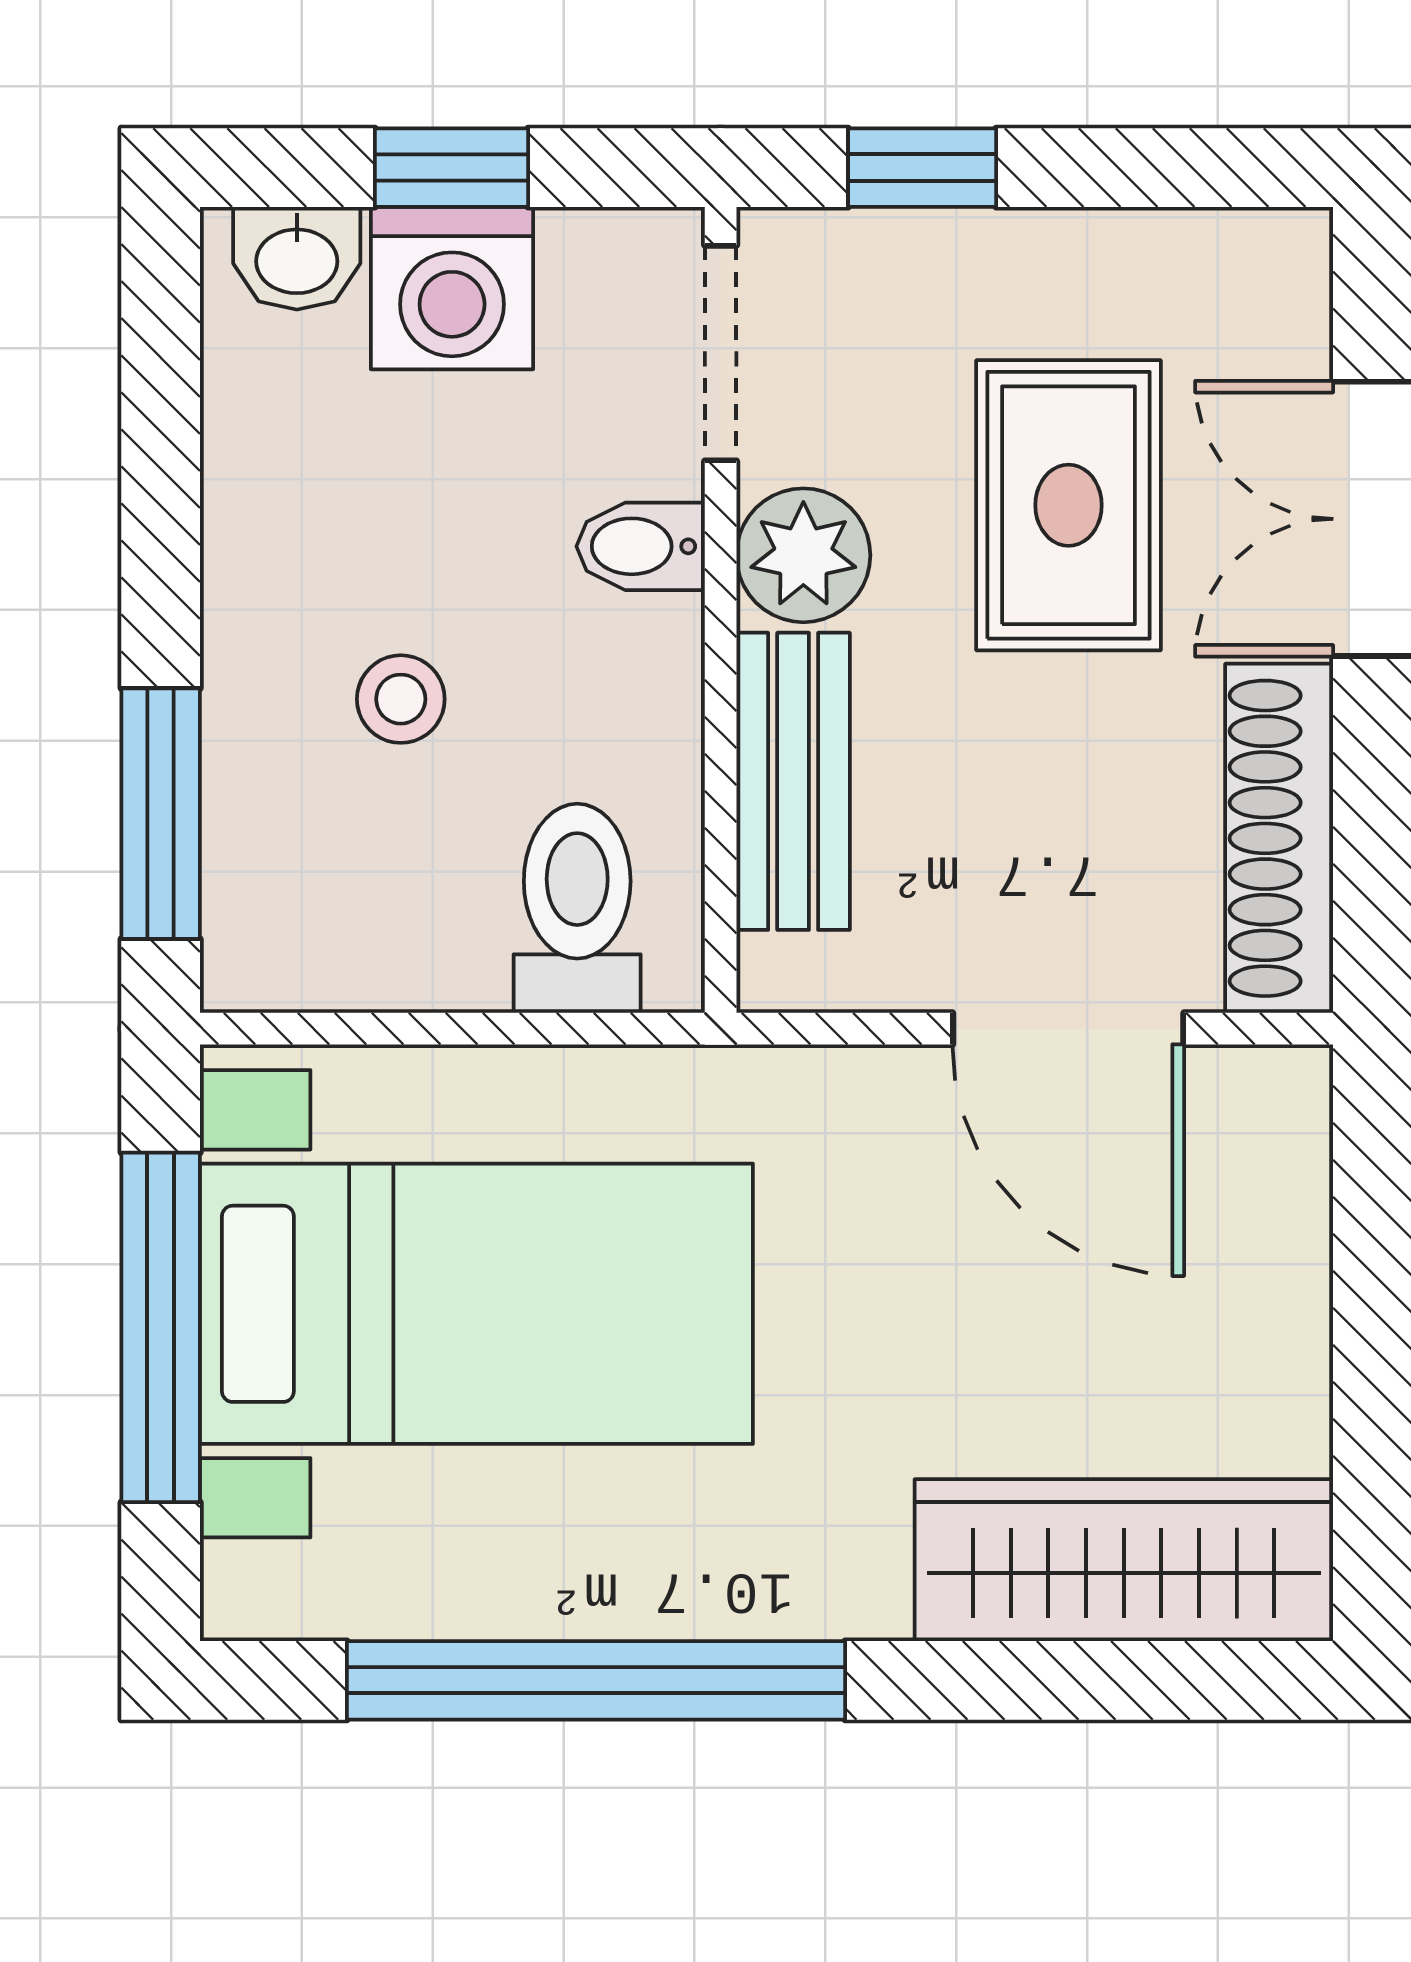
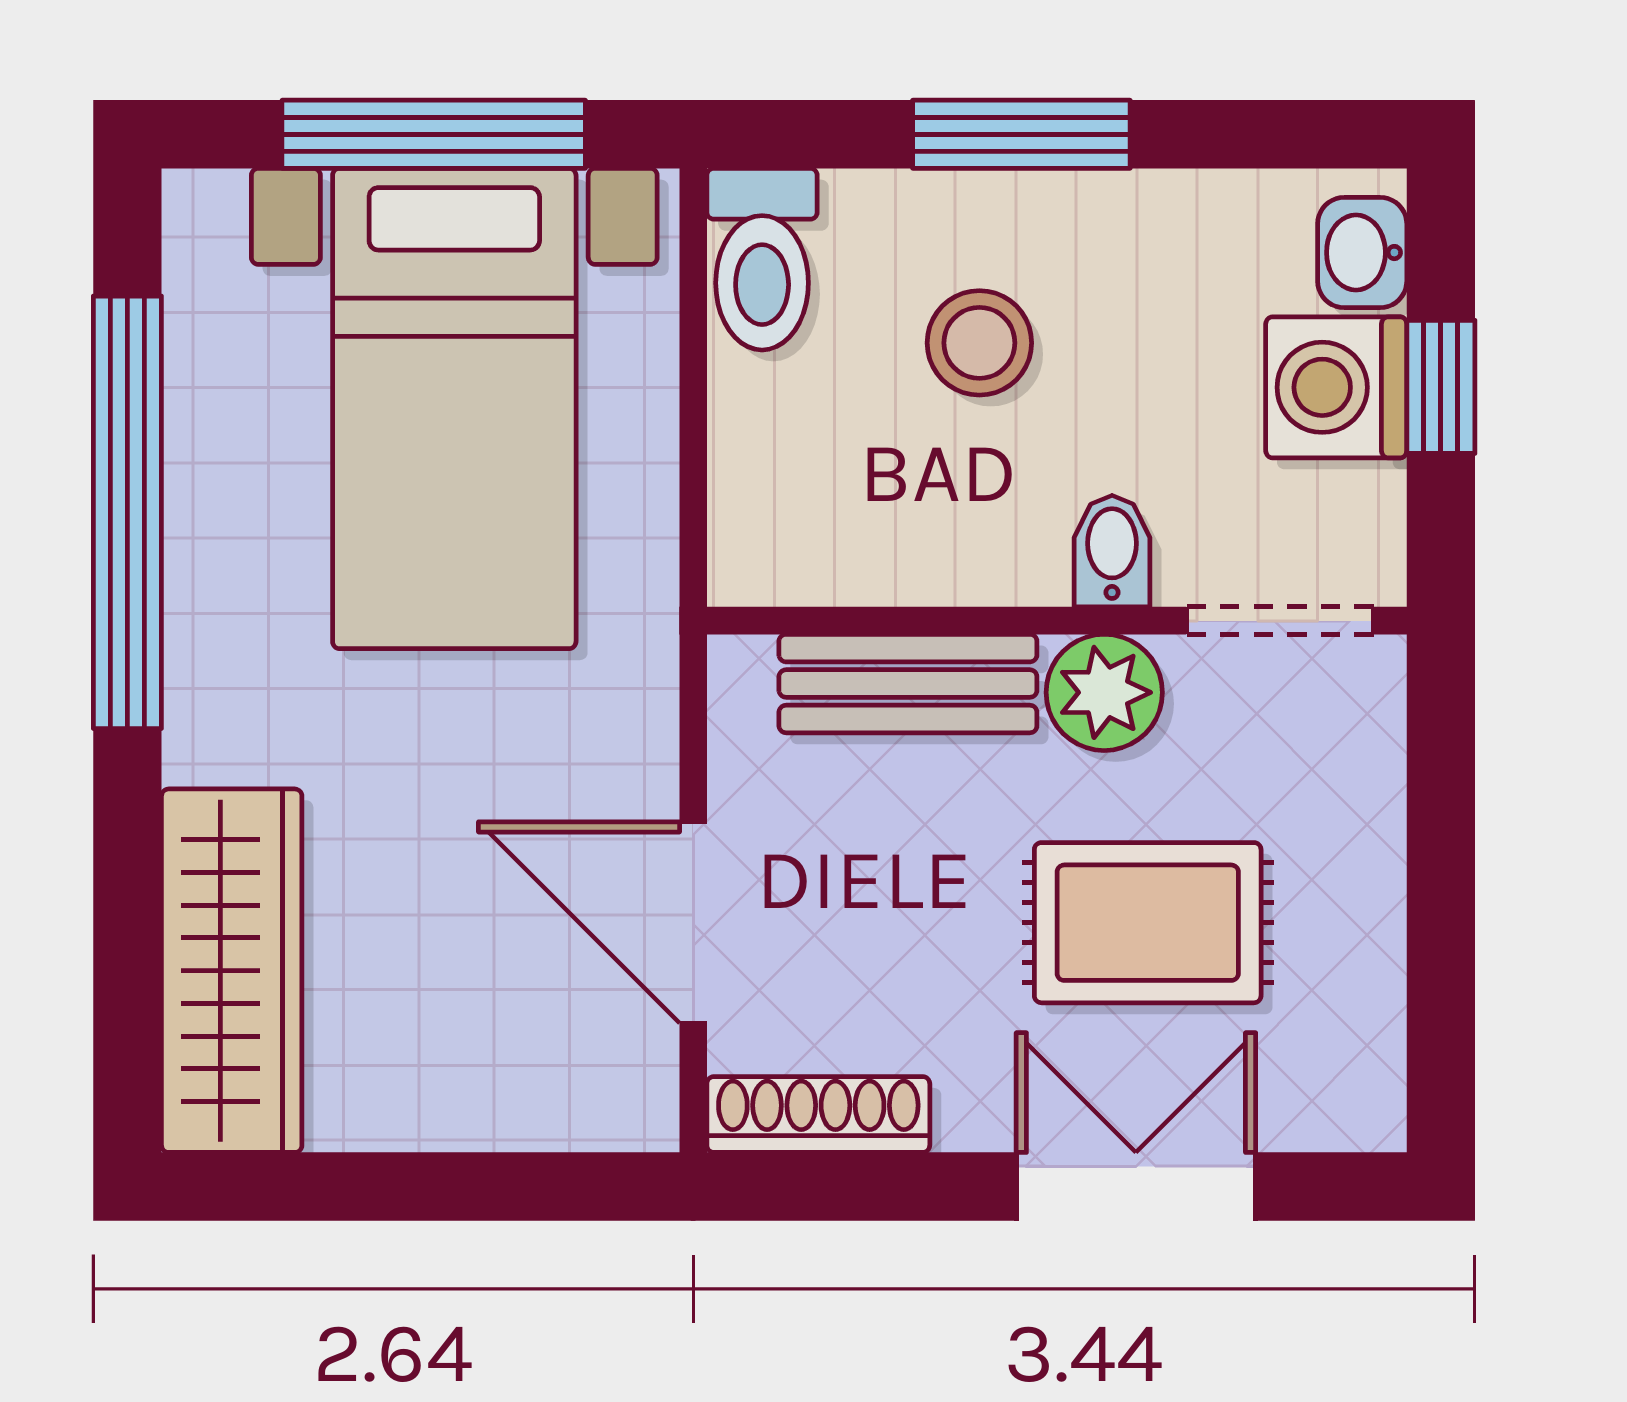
window: (922, 168) -> (1441, 796), removed
stool: (401, 699) -> (979, 343), width x1.37, depth x1.37
window: (161, 814) -> (1021, 134), moved
shoe rack: (1279, 838) -> (818, 1115), width x0.74, depth x0.81
toilet: (577, 908) -> (762, 259), moved, turned 90
door: (1068, 1029) -> (693, 922), hinge flipped

